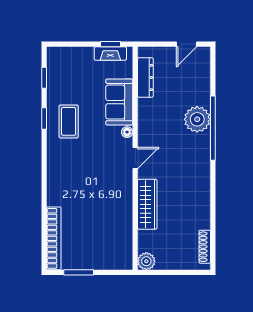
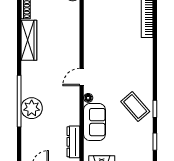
coffee table: (69, 121) -> (135, 106), turned -41
wardrobe: (147, 204) -> (29, 40), moved, turned 180

